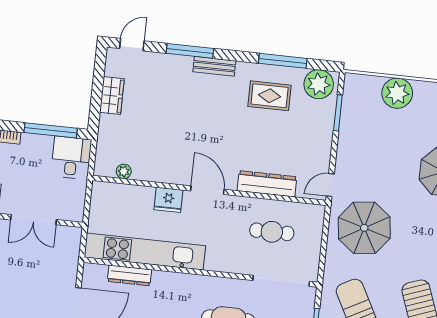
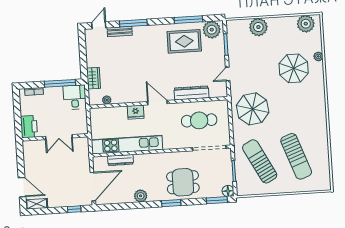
bench: (214, 66) -> (120, 31), moved
wardrobe: (112, 96) -> (94, 78), moved
rug: (270, 96) -> (184, 41), width x1.36, depth x1.43
door: (330, 185) -> (228, 74), moved
cafe table: (272, 232) -> (199, 120), width x1.37, depth x1.35

